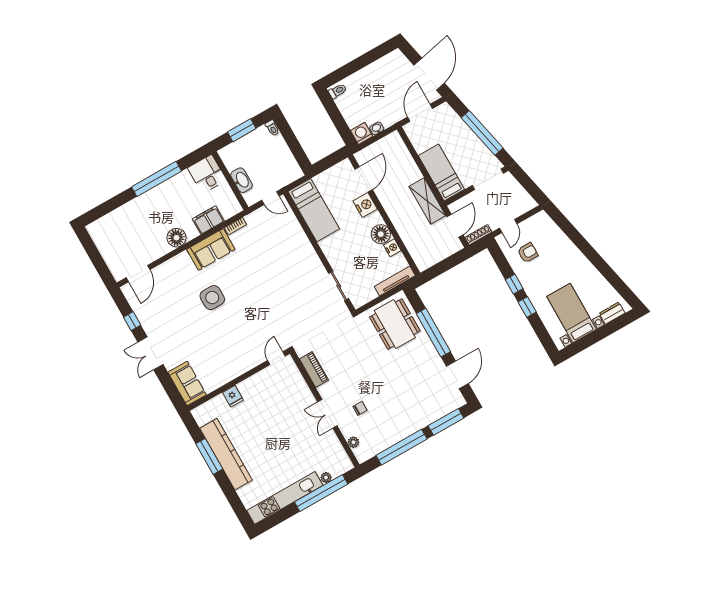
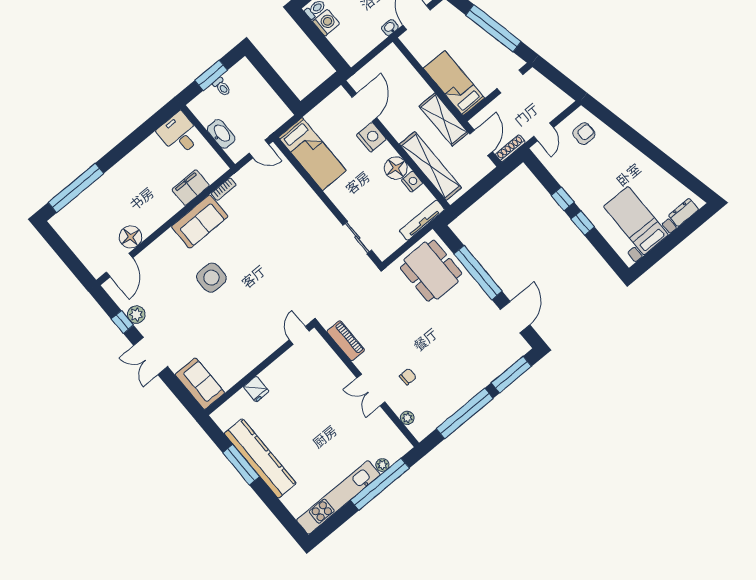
toilet: (272, 128) -> (222, 87), moved
washbasin: (377, 128) -> (390, 28), moved
washing machine: (362, 133) -> (326, 23), moved, turned 90
window: (156, 179) -> (76, 188), moved
doorway: (488, 179) -> (510, 81), width x0.73
shelving: (410, 237) -> (431, 166), added
floor lamp: (176, 238) -> (131, 237), moved
armchair: (528, 253) -> (584, 134), moved
plant: (145, 317) -> (136, 315), added

